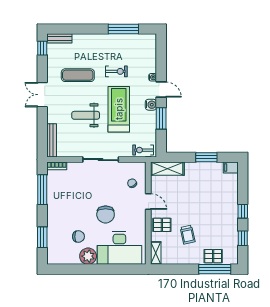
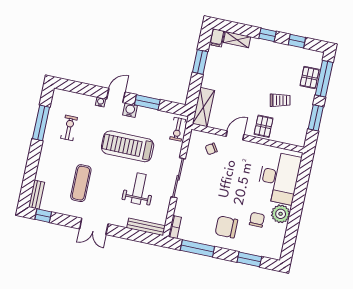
exercise bike: (116, 71) -> (69, 128), moved
weight bench: (86, 115) -> (139, 189), moved, turned 180
chair: (106, 214) -> (226, 227), moved, turned 180
shelving: (156, 253) -> (237, 40), moved
window: (179, 269) -> (316, 118), added

